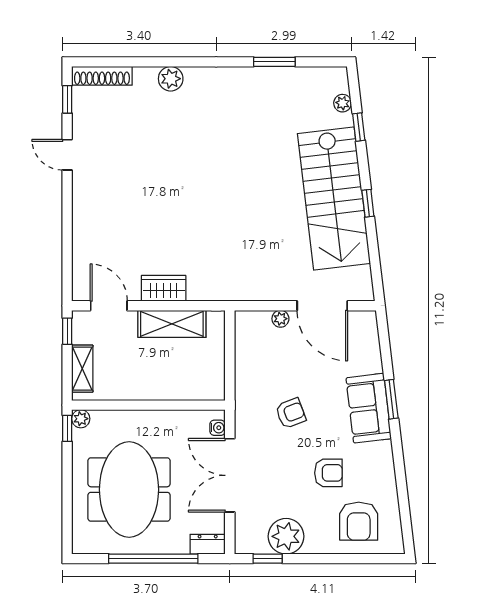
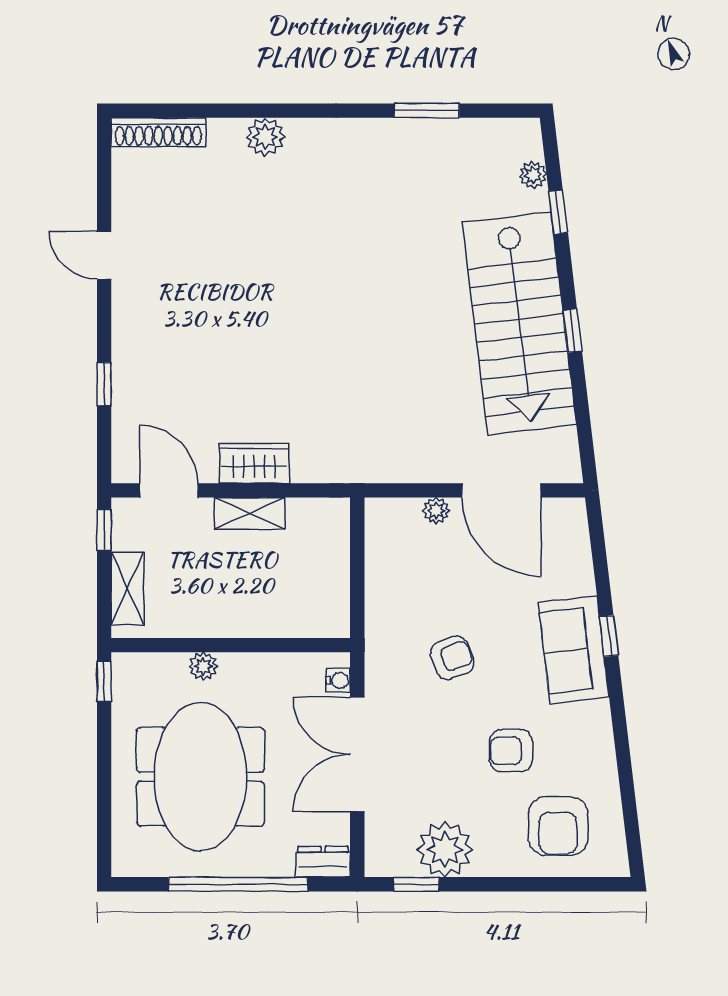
window: (67, 99) -> (104, 384), moved
shelving: (172, 324) -> (250, 513), width x0.67, depth x0.75
window: (391, 399) -> (609, 636), width x0.67
plant: (81, 419) -> (203, 666), moved
armchair: (328, 473) -> (511, 751), turned 180

